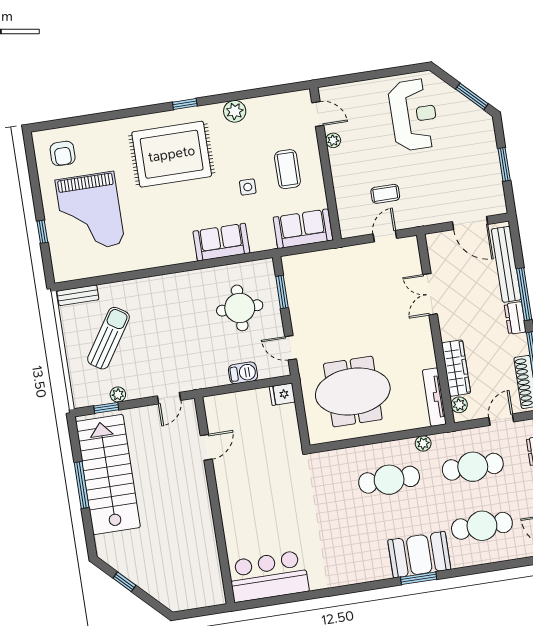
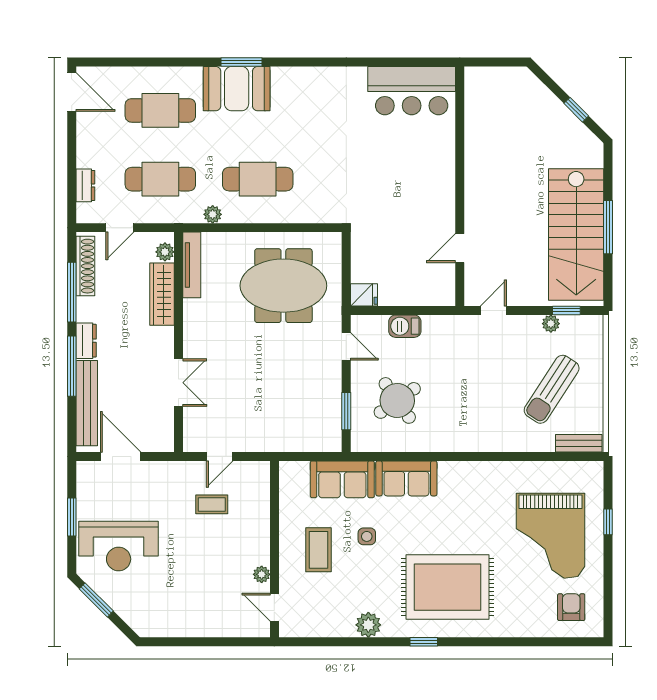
reception desk: (414, 115) -> (119, 546), moved, turned -90
grand piano: (90, 212) -> (550, 536), turned 180
sofa: (303, 229) -> (342, 479), moved
round table: (240, 308) -> (397, 400), turned -35

